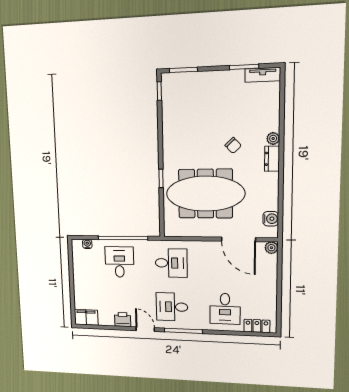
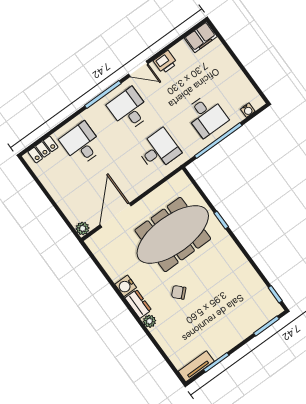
water cooler: (271, 219) -> (126, 286), moved
door: (238, 239) -> (116, 215), hinge flipped
desk: (171, 263) -> (159, 150), turned 180
desk: (172, 307) -> (129, 109), turned -90

